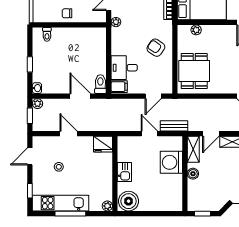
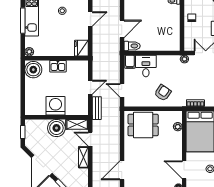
washing machine: (171, 162) -> (55, 106), moved
boiler: (193, 174) -> (56, 128), width x1.86, depth x1.86

